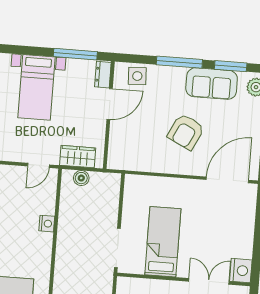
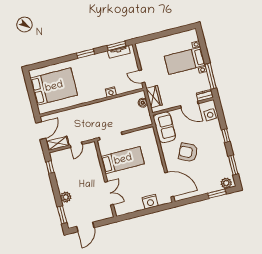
window: (179, 62) -> (226, 136), width x0.46
sofa: (212, 84) -> (165, 127), moved, turned 180
nightstand: (241, 271) -> (150, 202), moved

